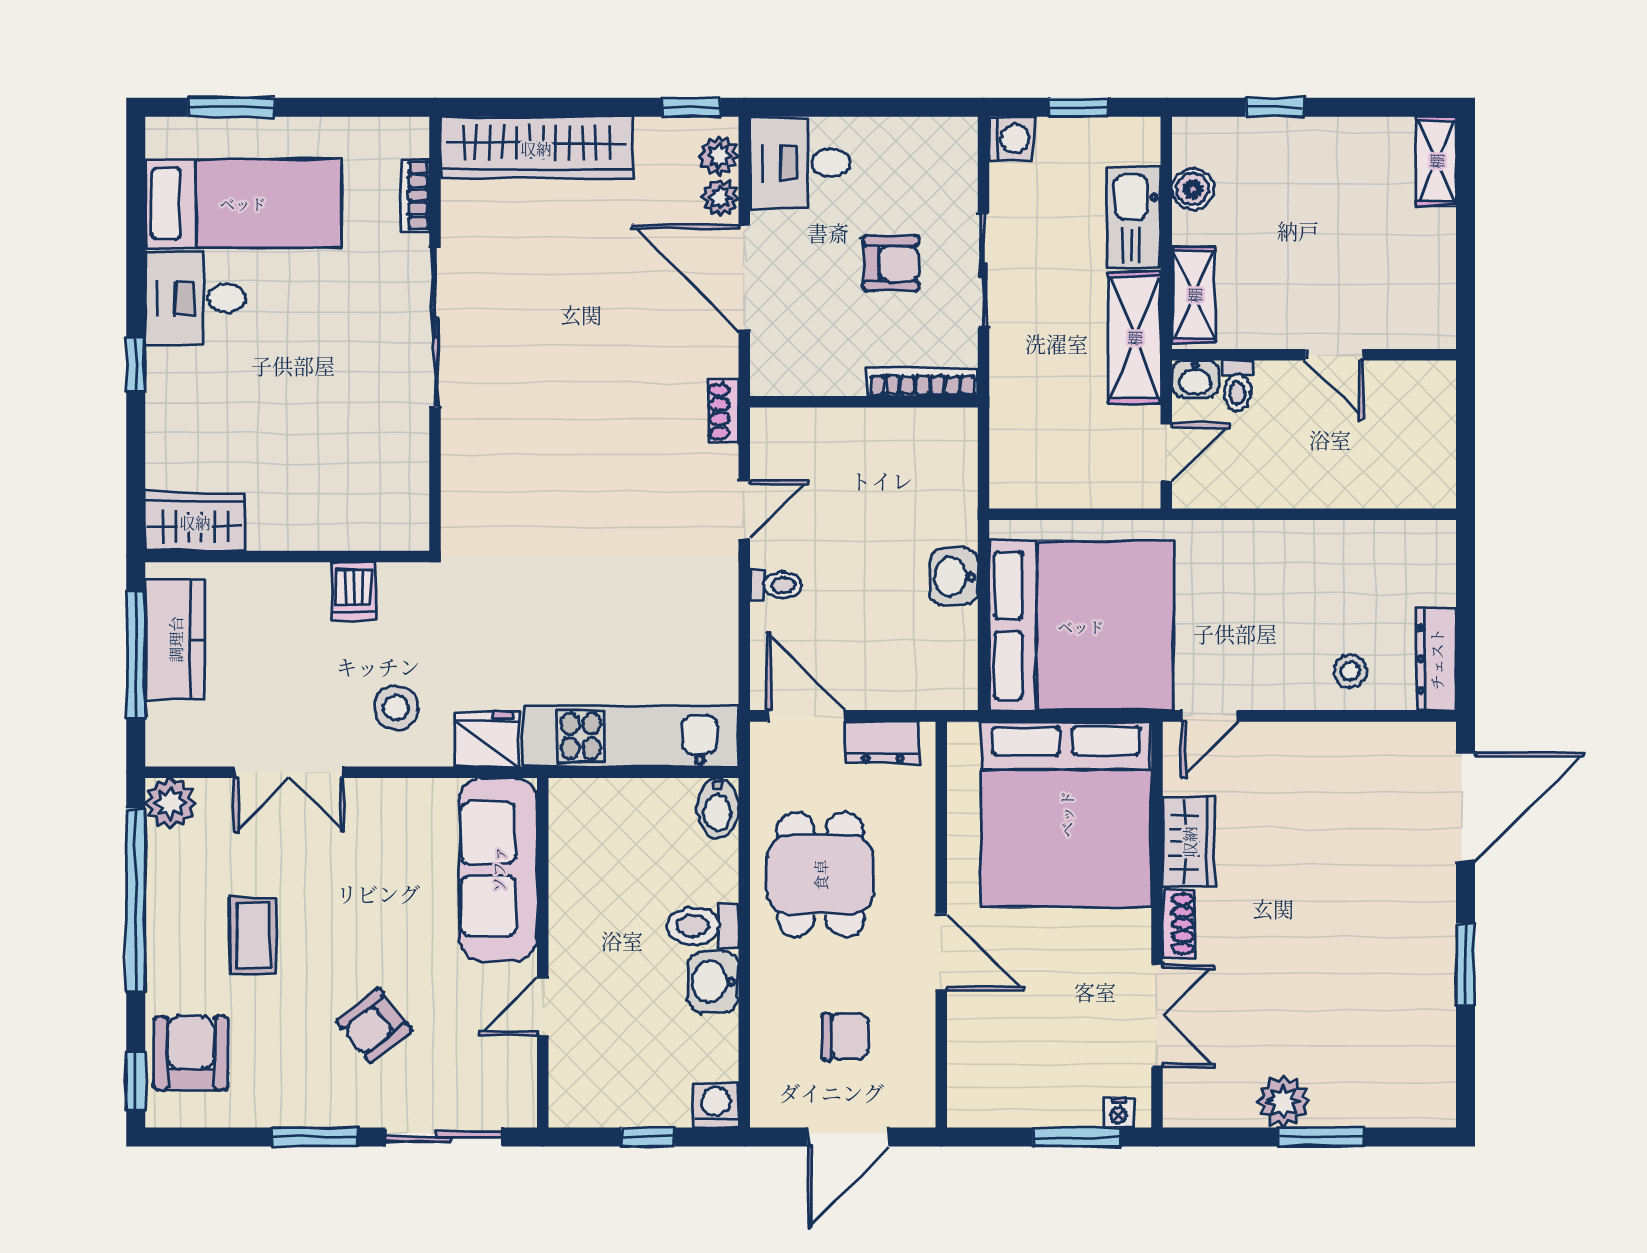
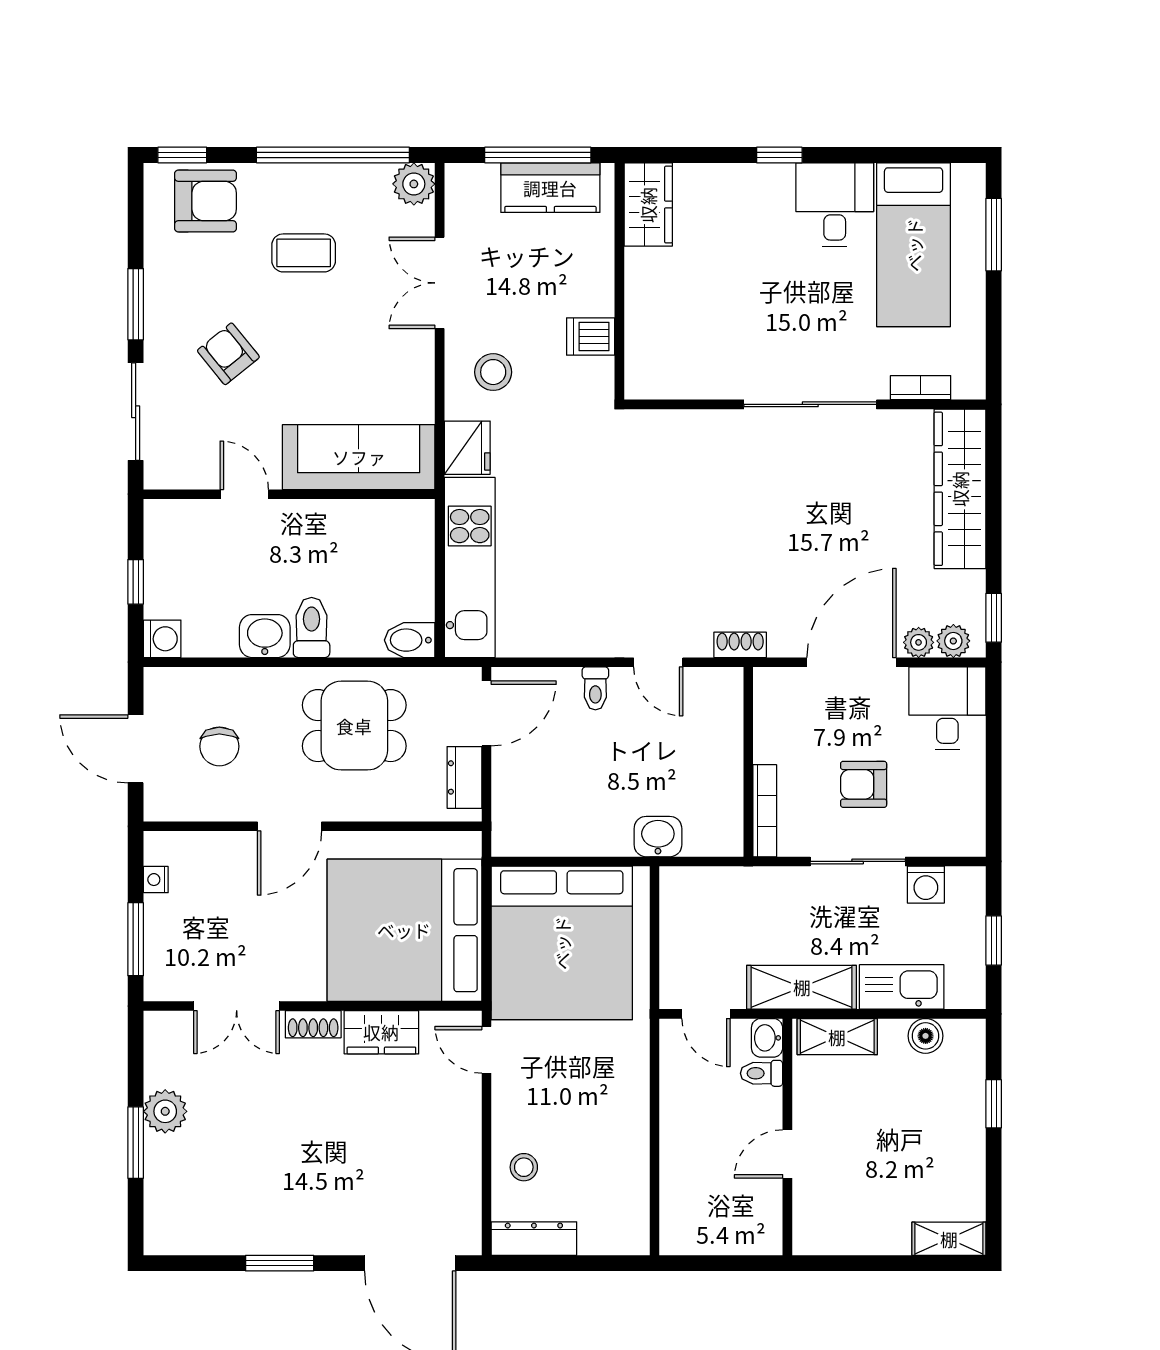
washing machine: (1011, 139) -> (926, 885), moved
armchair: (891, 263) -> (864, 784), turned 90
washbasin: (954, 577) -> (658, 837), moved
nightstand: (1118, 1113) -> (156, 880), moved

